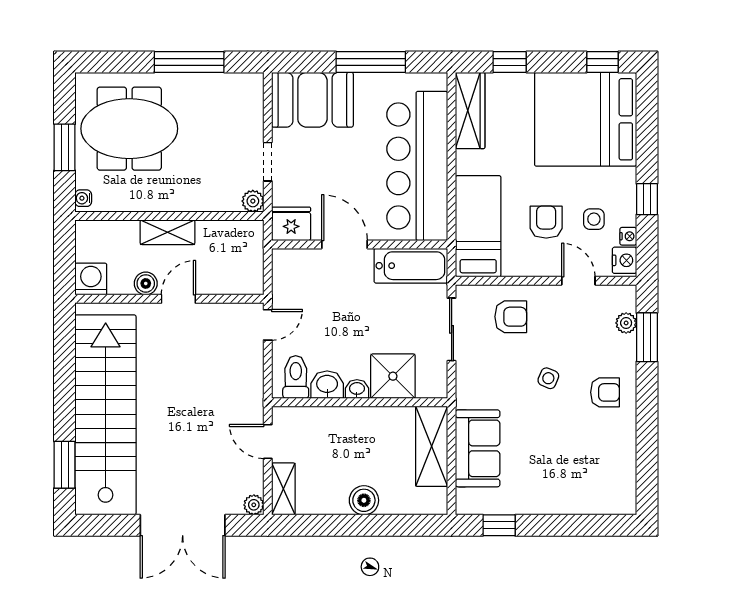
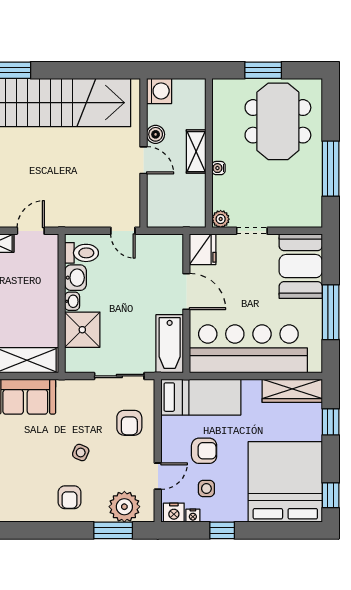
water cooler: (83, 198) -> (219, 168), moved, turned -90
door: (345, 244) -> (186, 291), hinge flipped
plant: (626, 323) -> (124, 507), width x1.87, depth x1.87

